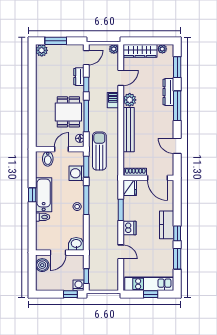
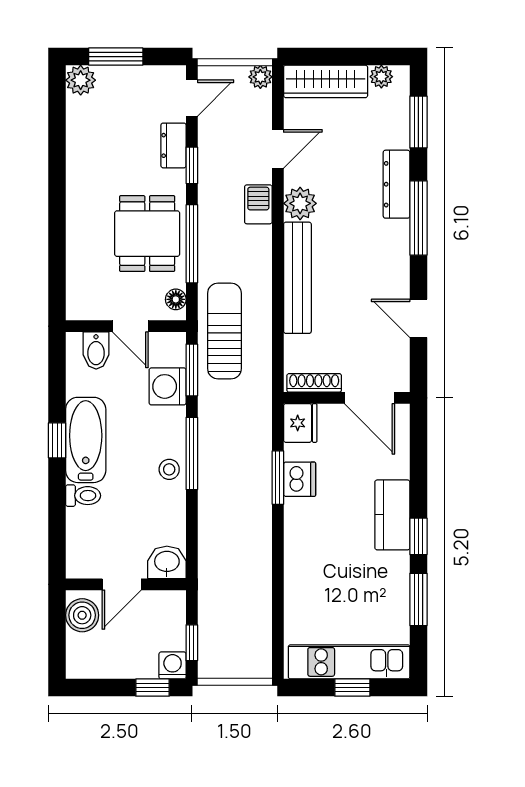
door: (62, 149) -> (130, 326), swing flipped
dishwasher: (129, 228) -> (300, 479), moved
door: (121, 252) -> (278, 582), removed

